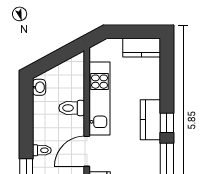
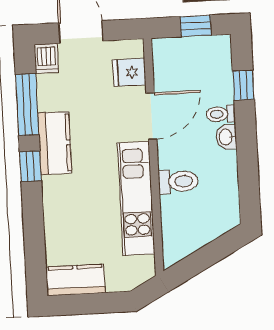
washbasin: (39, 87) -> (226, 137), moved
kitchen counter: (150, 120) -> (55, 143), moved

